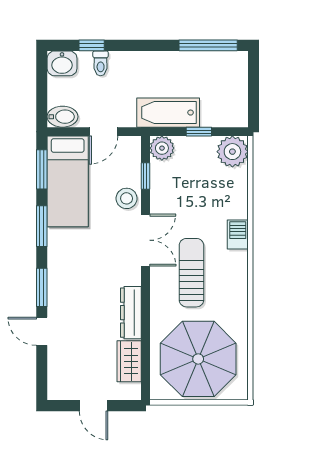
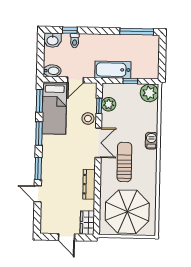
plant: (162, 148) -> (109, 104), moved
wardrobe: (129, 361) -> (87, 223), moved

